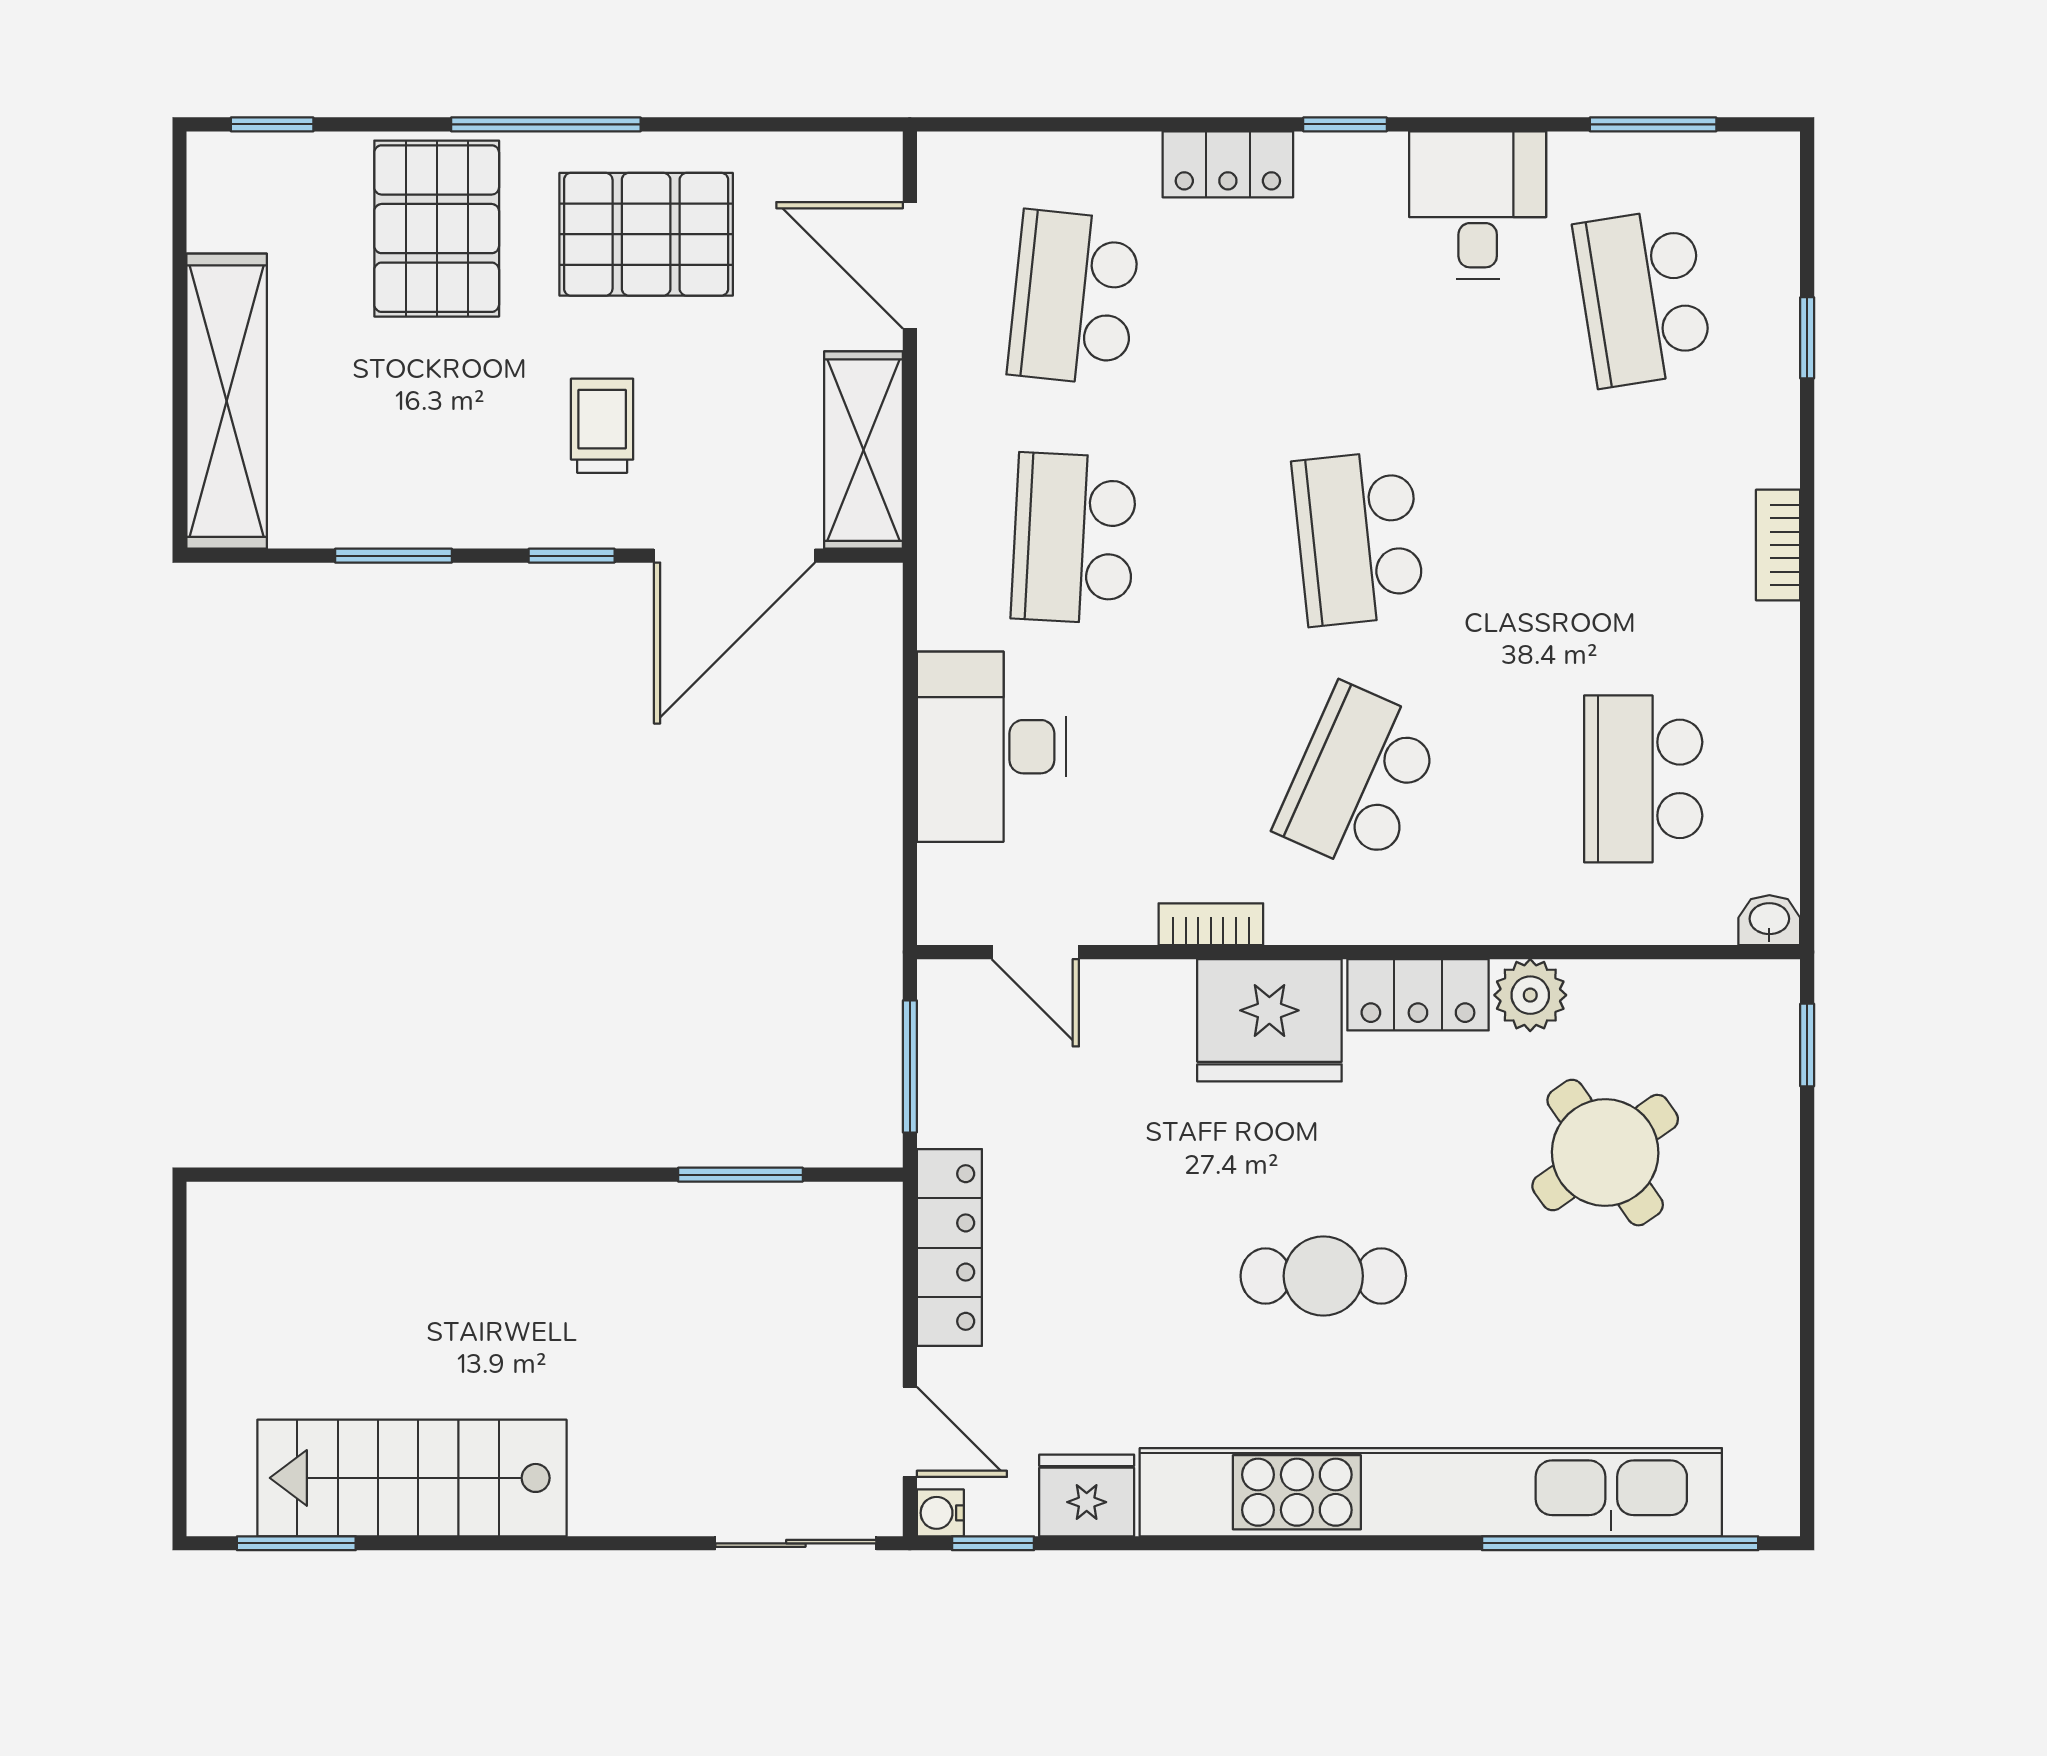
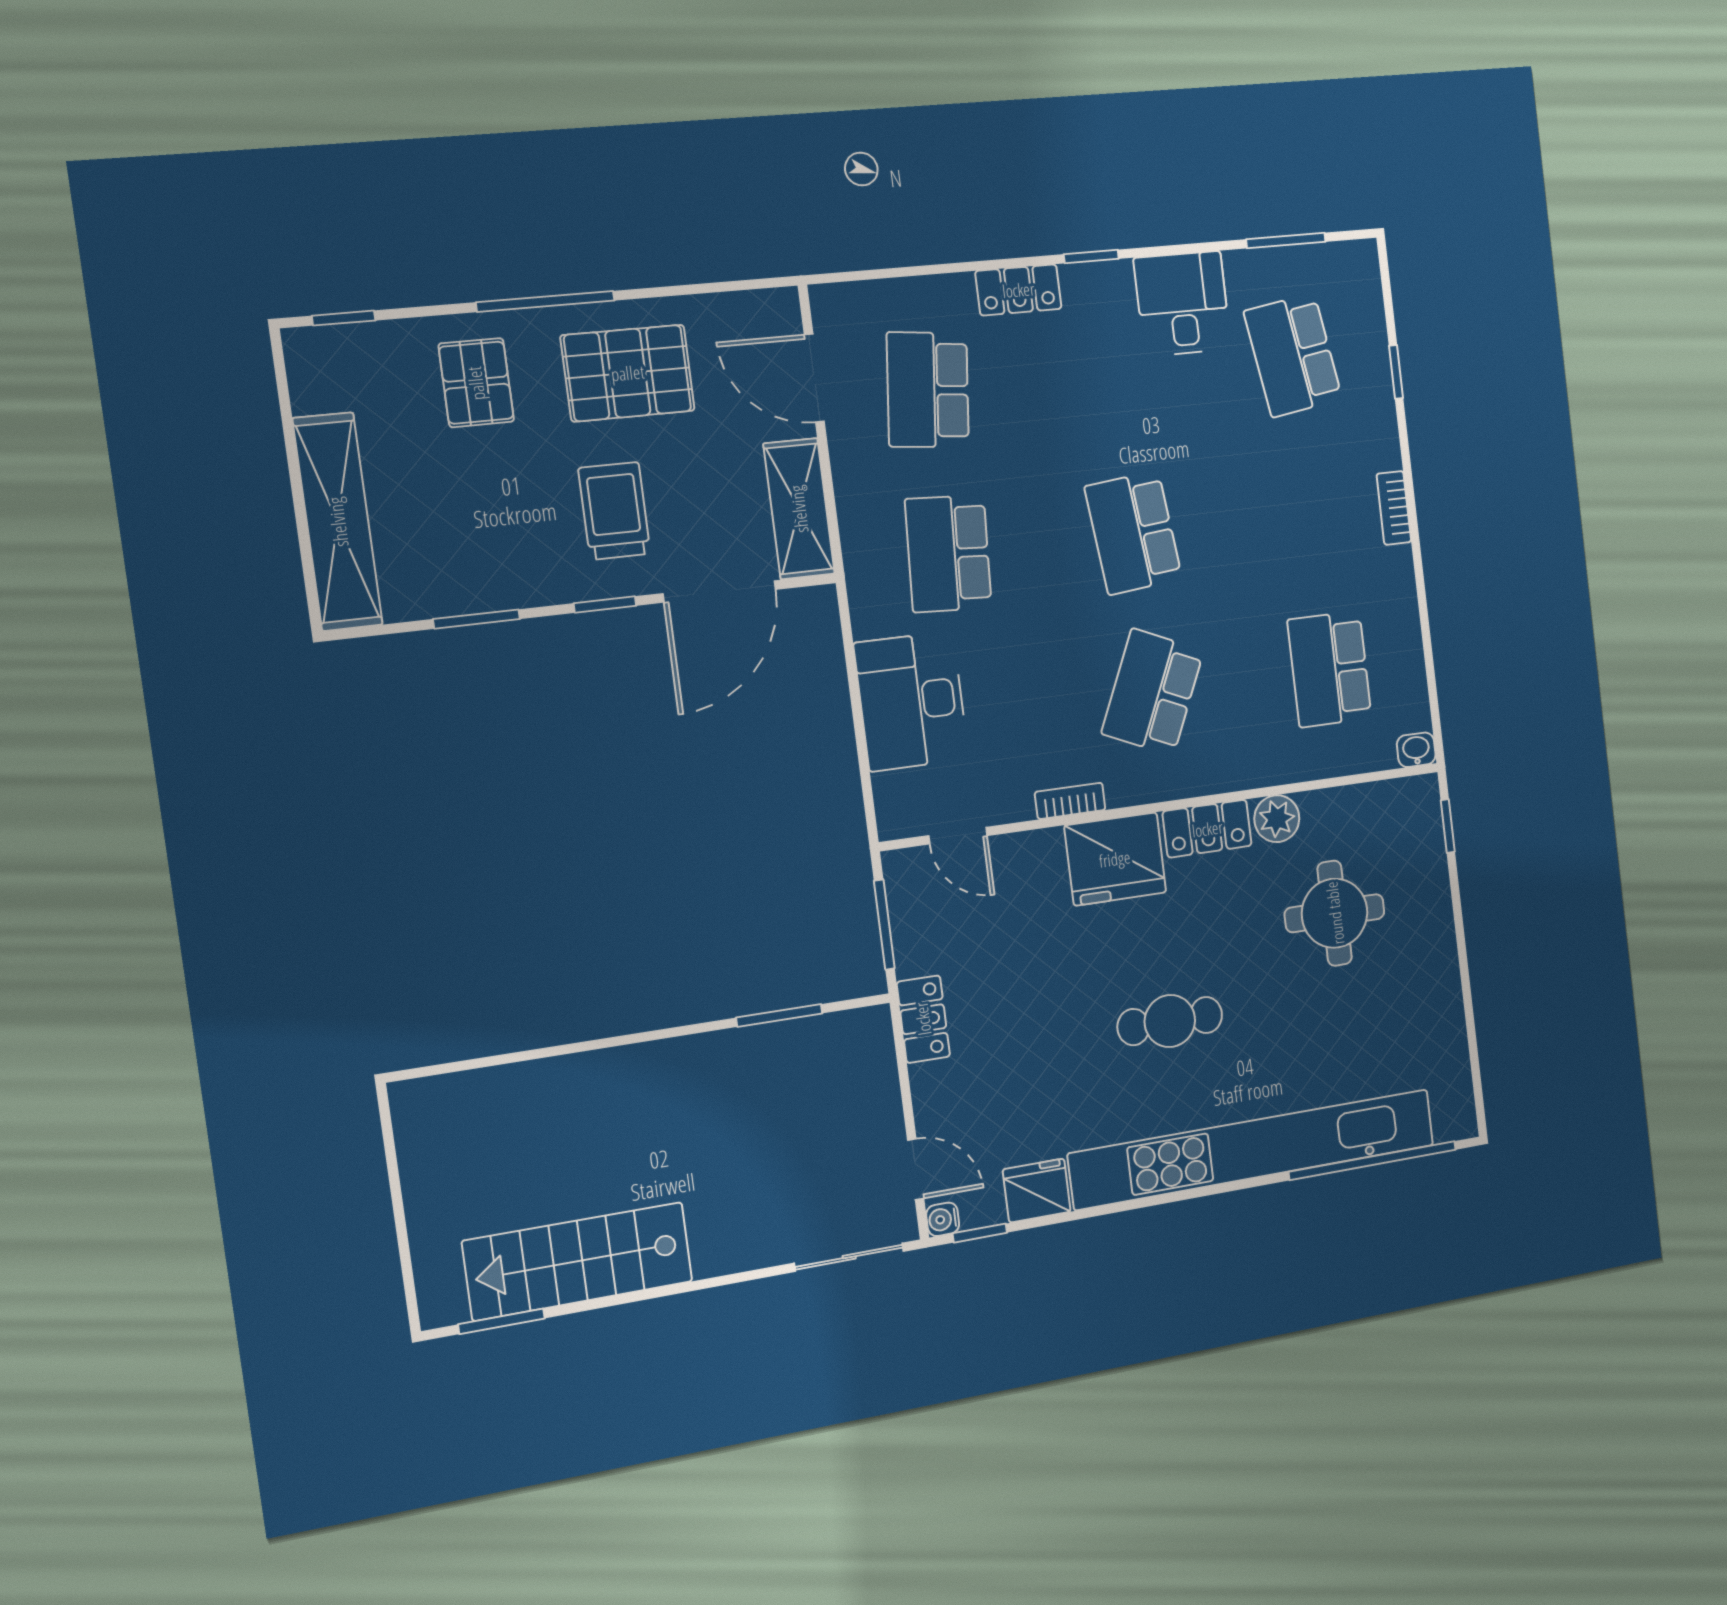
pallet: (437, 229) -> (476, 383), width x0.67, depth x0.71
trolley: (602, 426) -> (614, 511), width x1.36, depth x1.39
round table: (1605, 1153) -> (1335, 913), turned 35
locker: (949, 1248) -> (923, 1019), width x0.66

